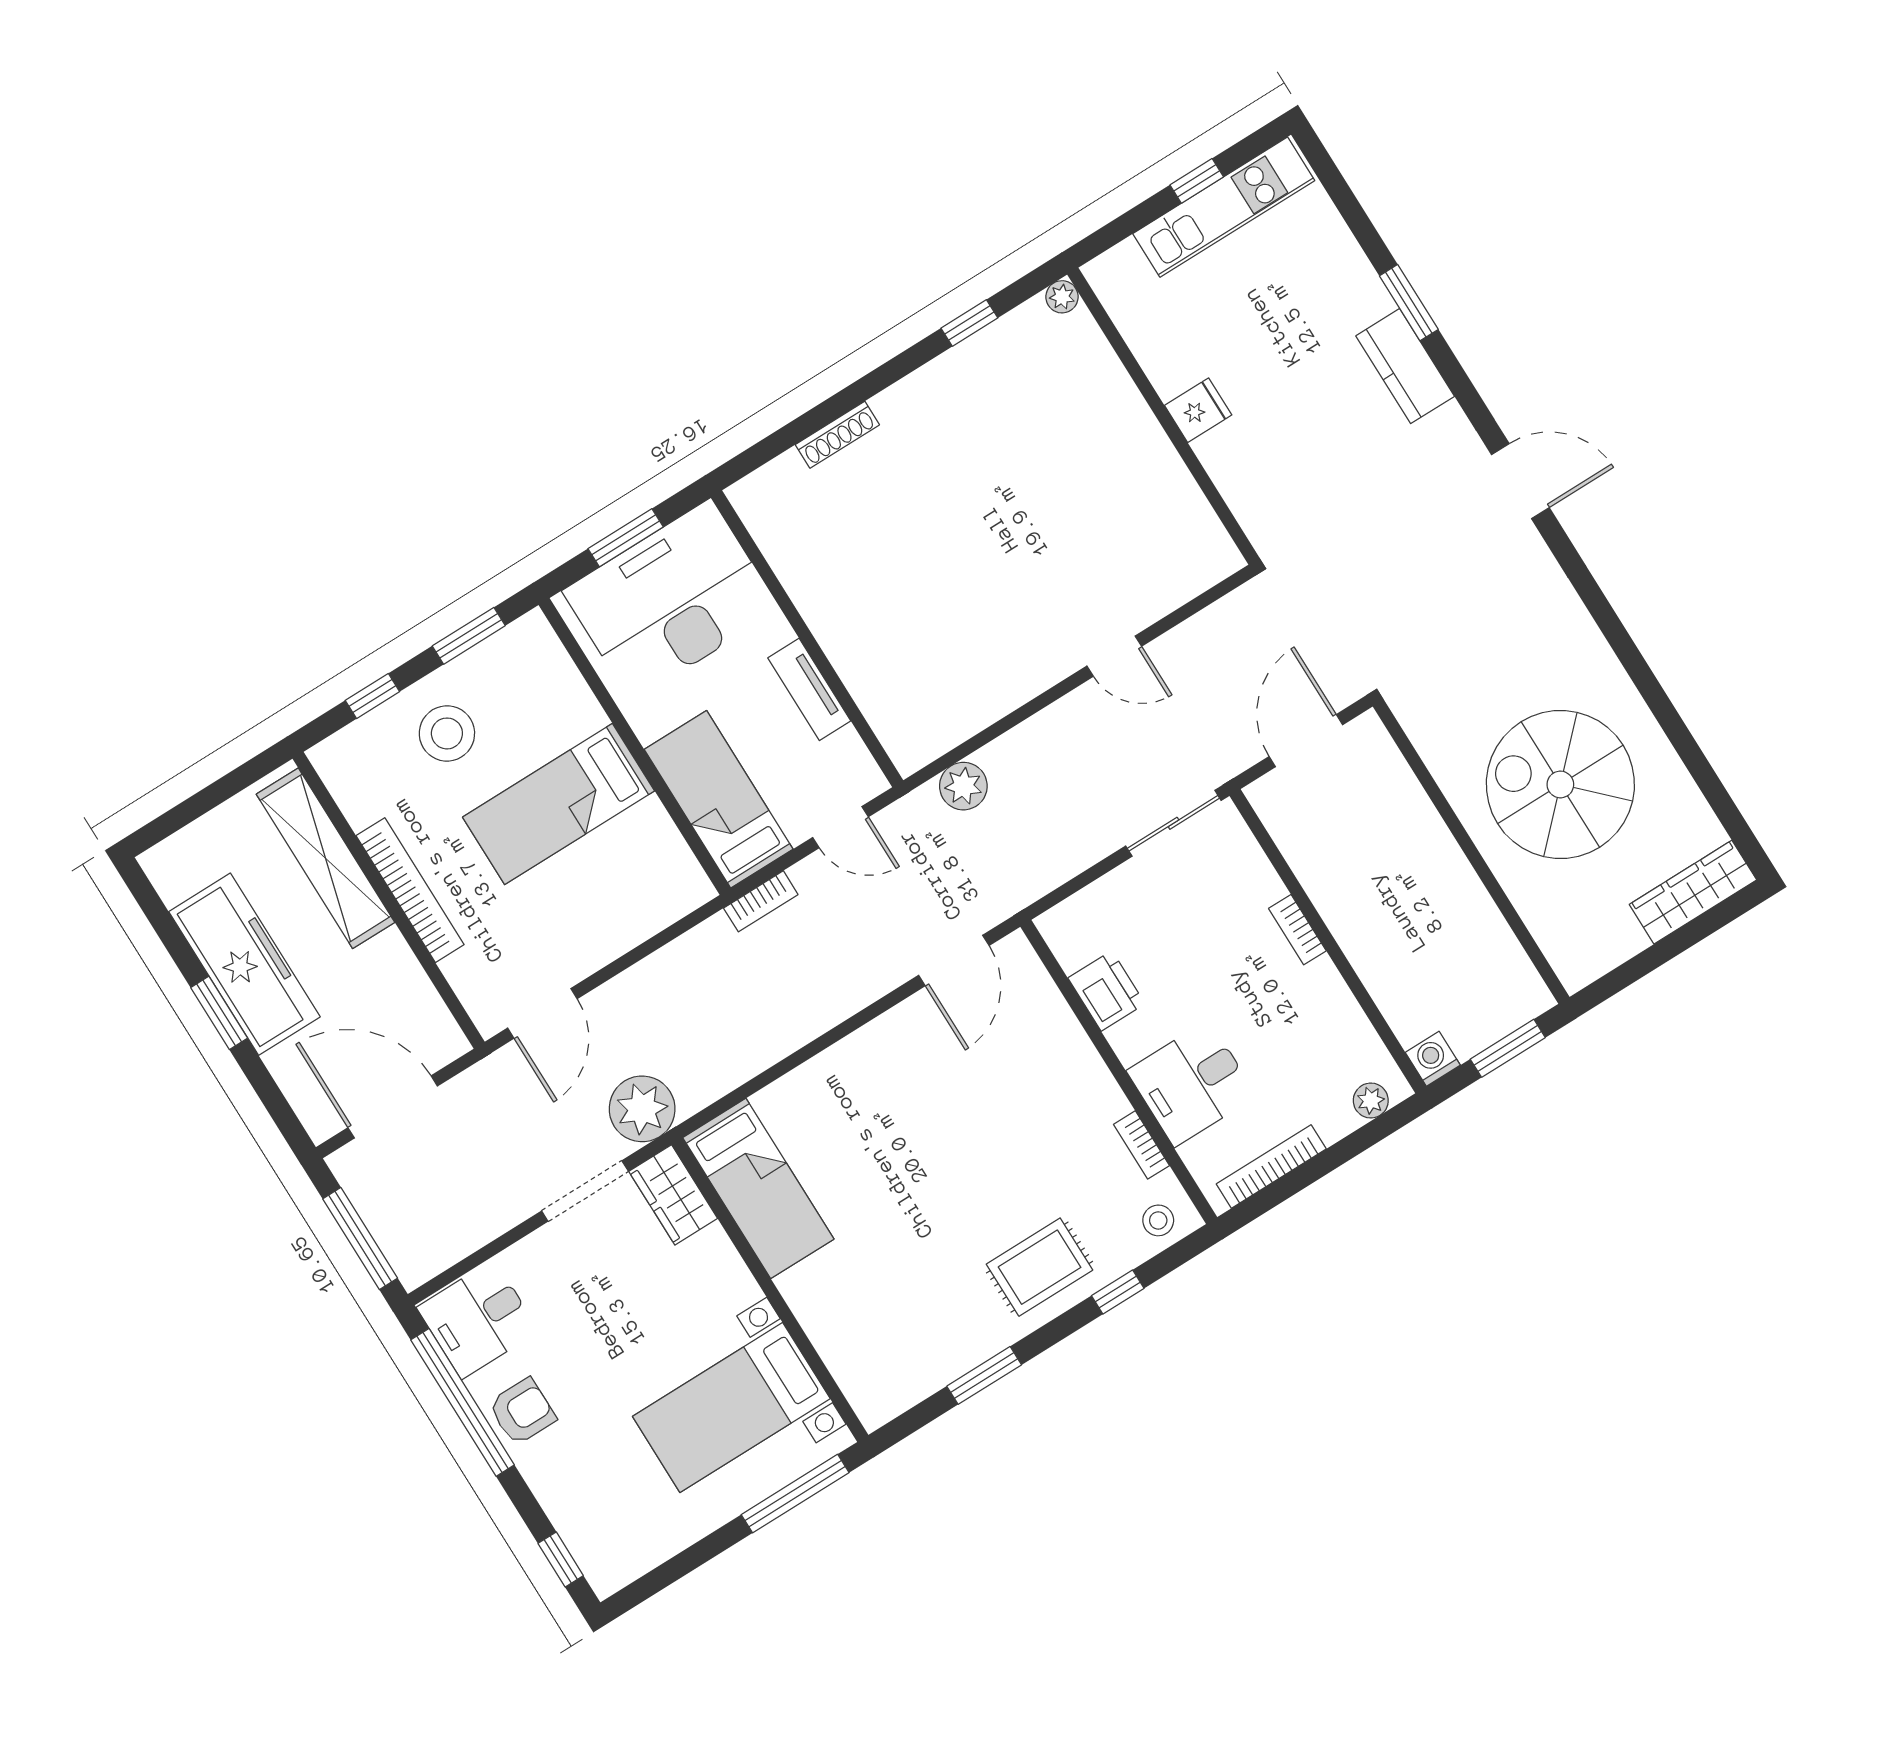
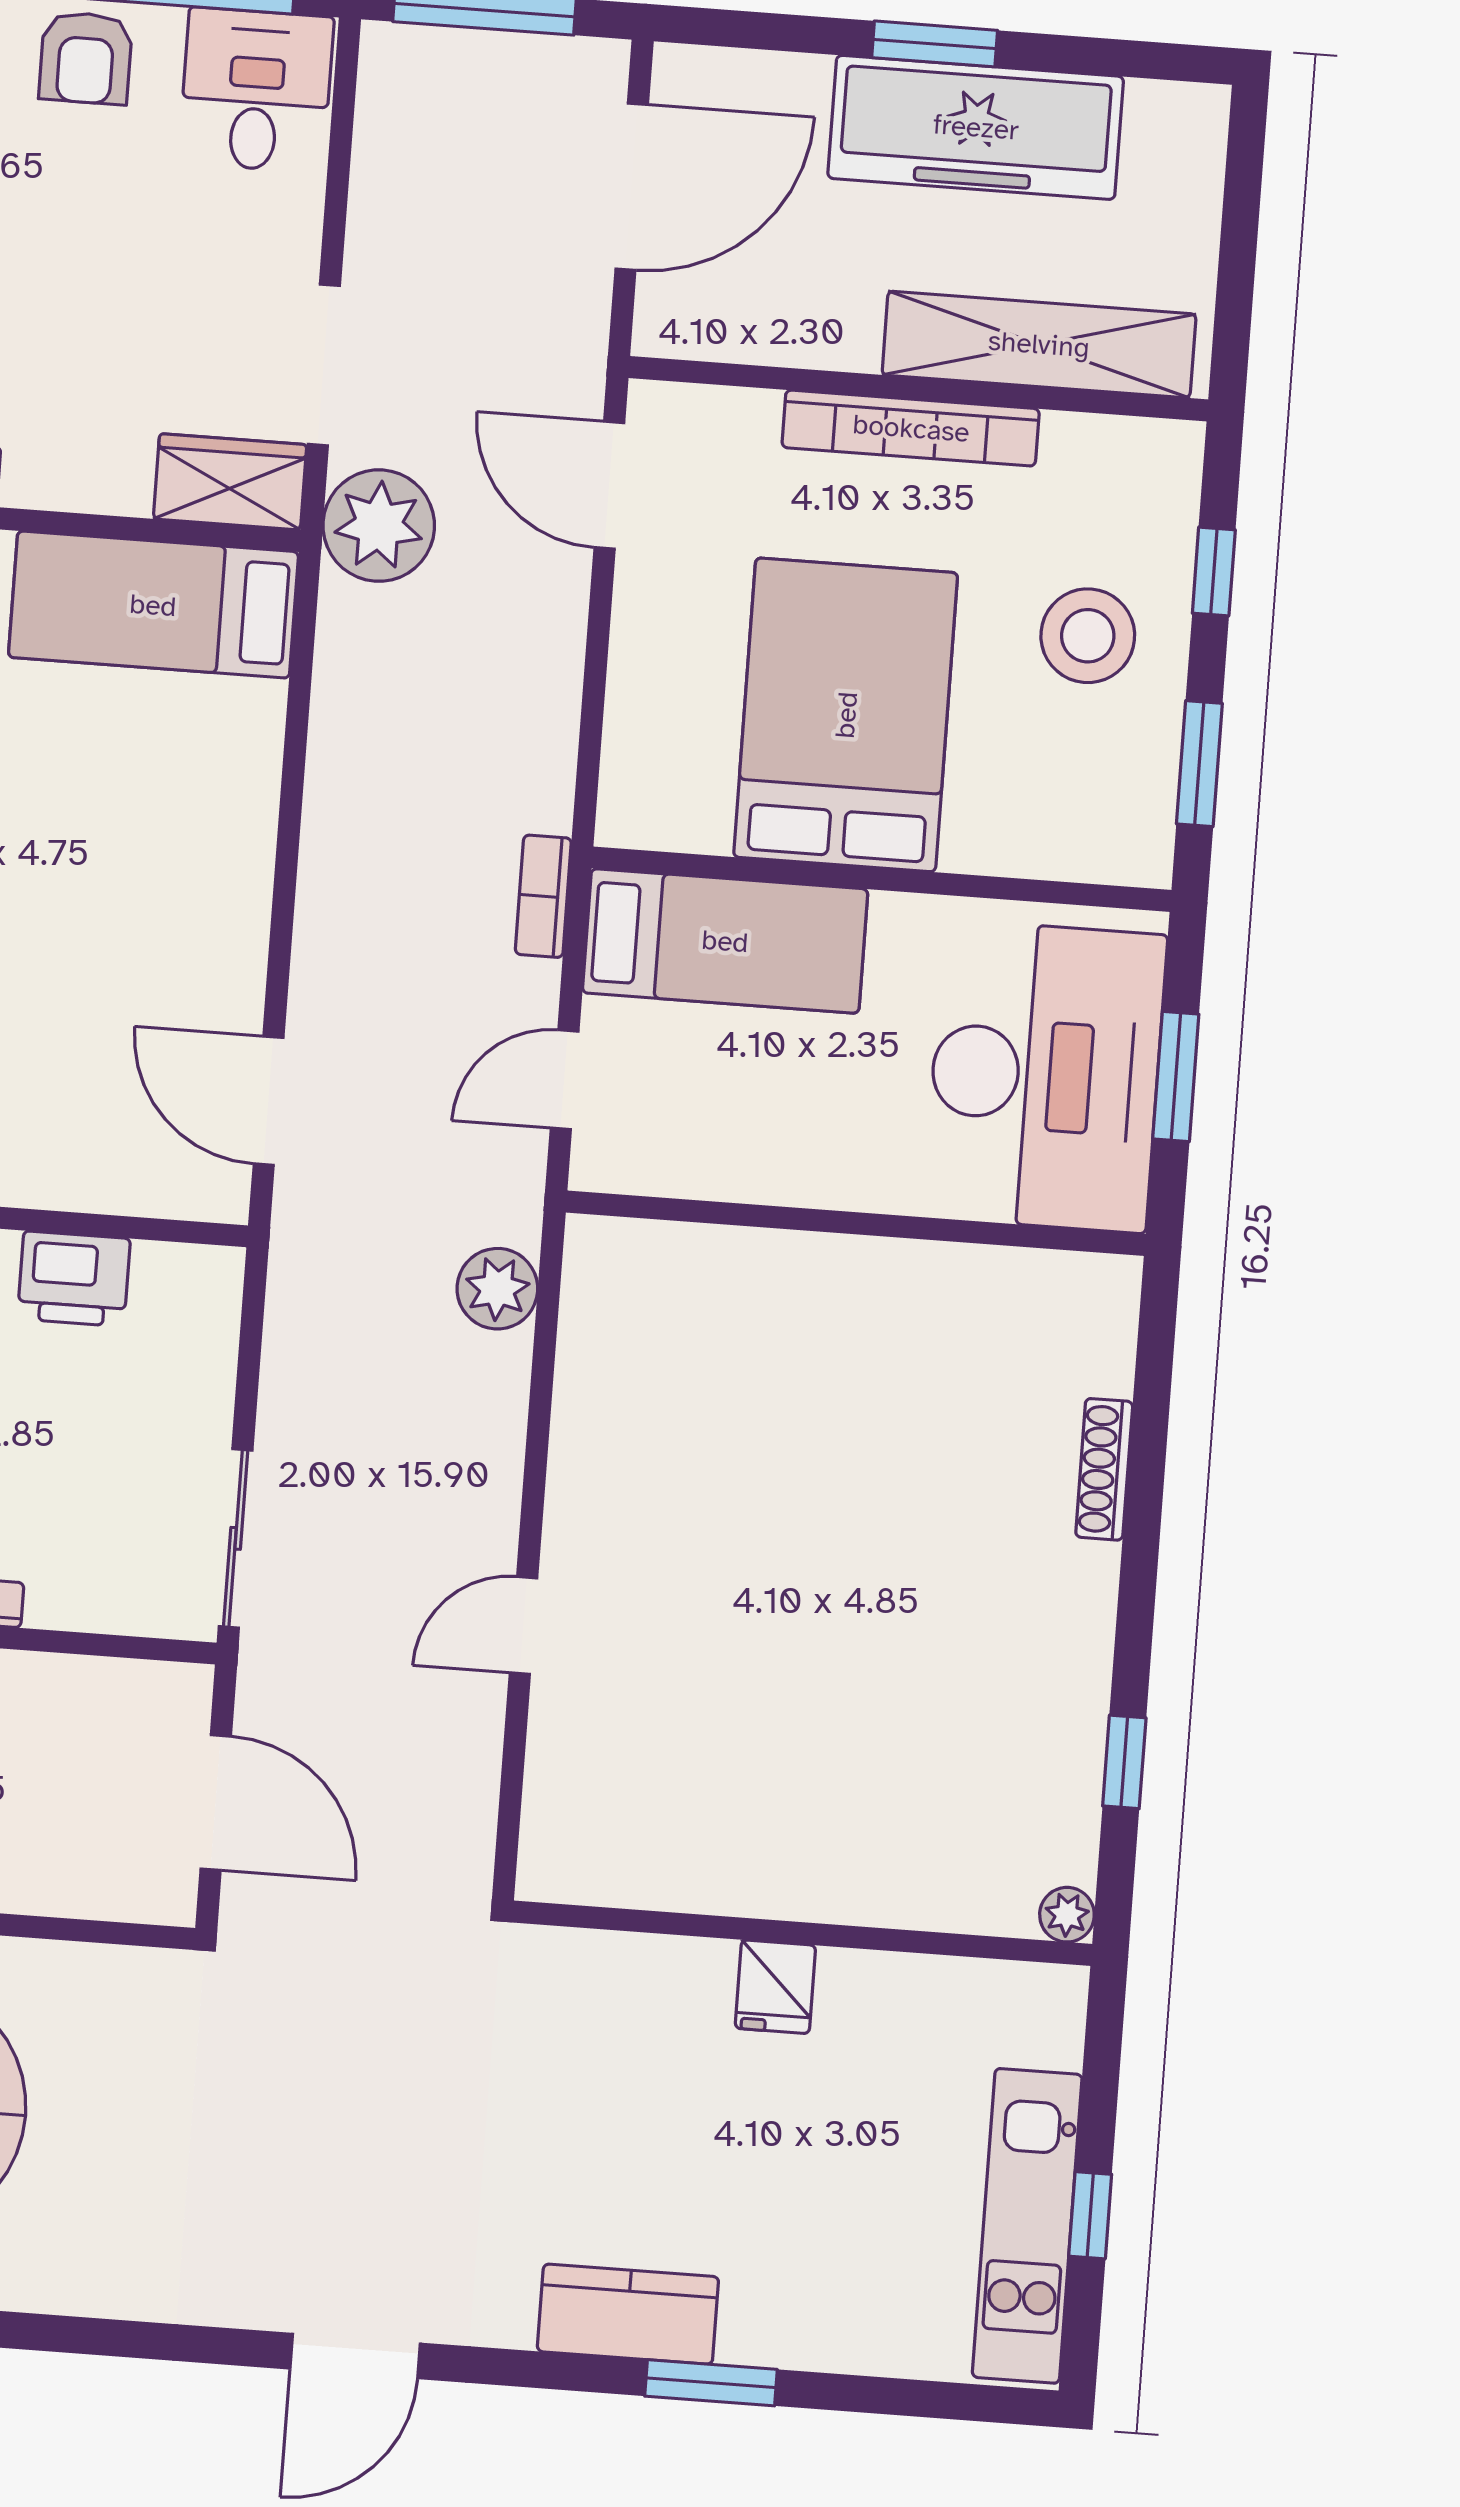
tv unit: (809, 689) -> (784, 1175), removed
bed: (559, 804) -> (846, 715), width x1.50

